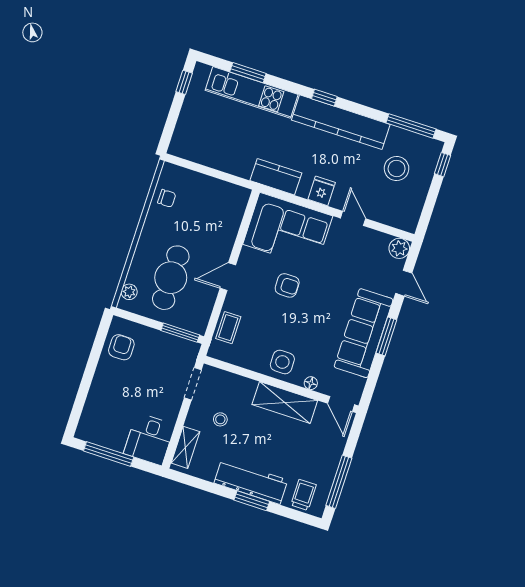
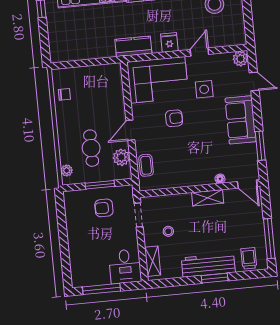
door: (353, 218) -> (199, 52), hinge flipped
cafe table: (171, 278) -> (91, 148), width x0.73, depth x0.74
plant: (203, 305) -> (121, 157), added
window: (180, 333) -> (100, 185), moved
sofa: (364, 333) -> (241, 120), width x0.73
window: (386, 336) -> (260, 146), moved
armchair: (121, 347) -> (104, 208), moved, turned -90
side table: (282, 362) -> (204, 89), moved
shelving: (285, 403) -> (208, 198), width x0.67, depth x0.75

